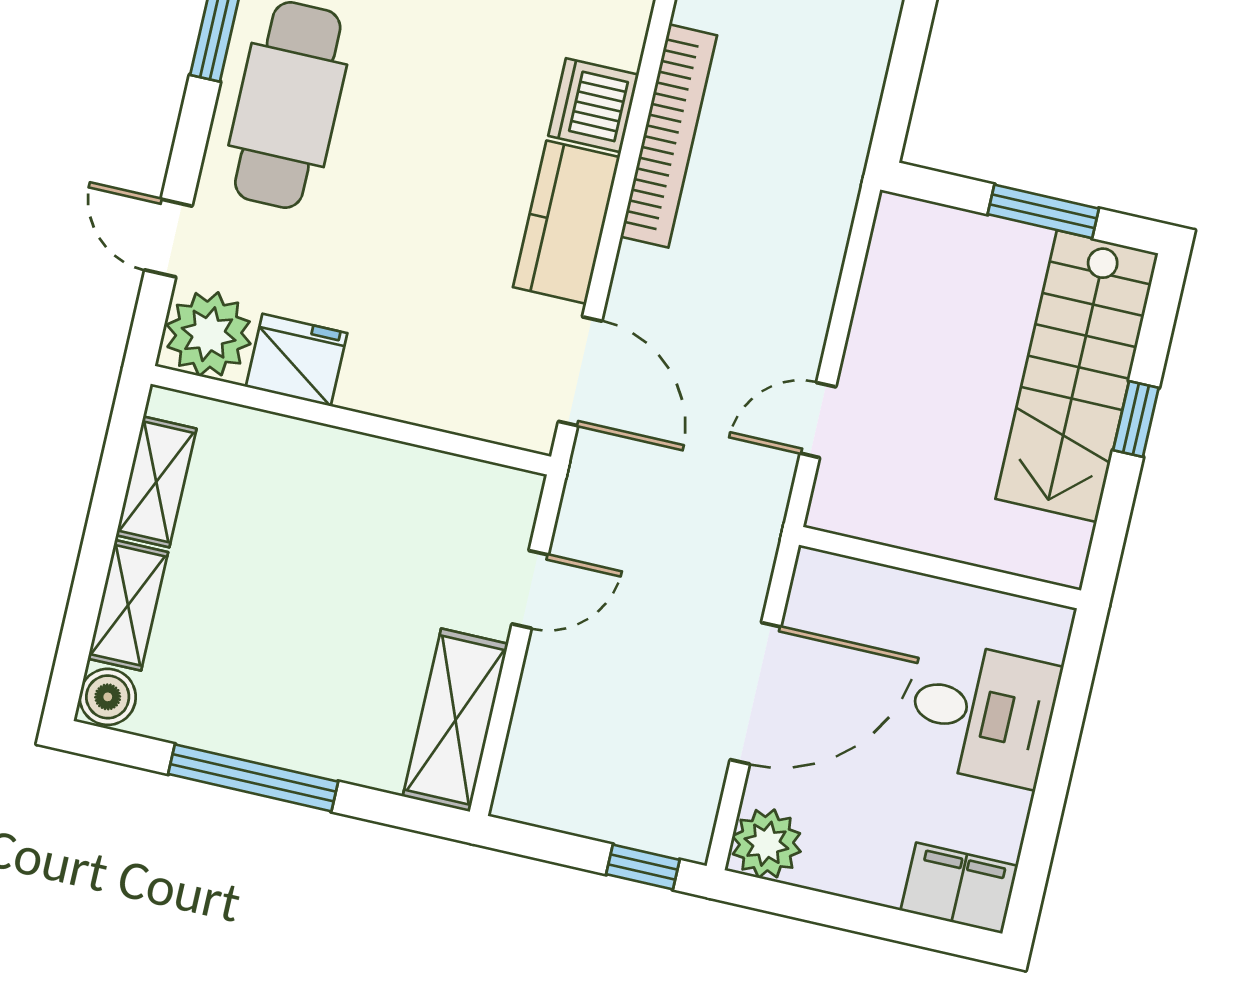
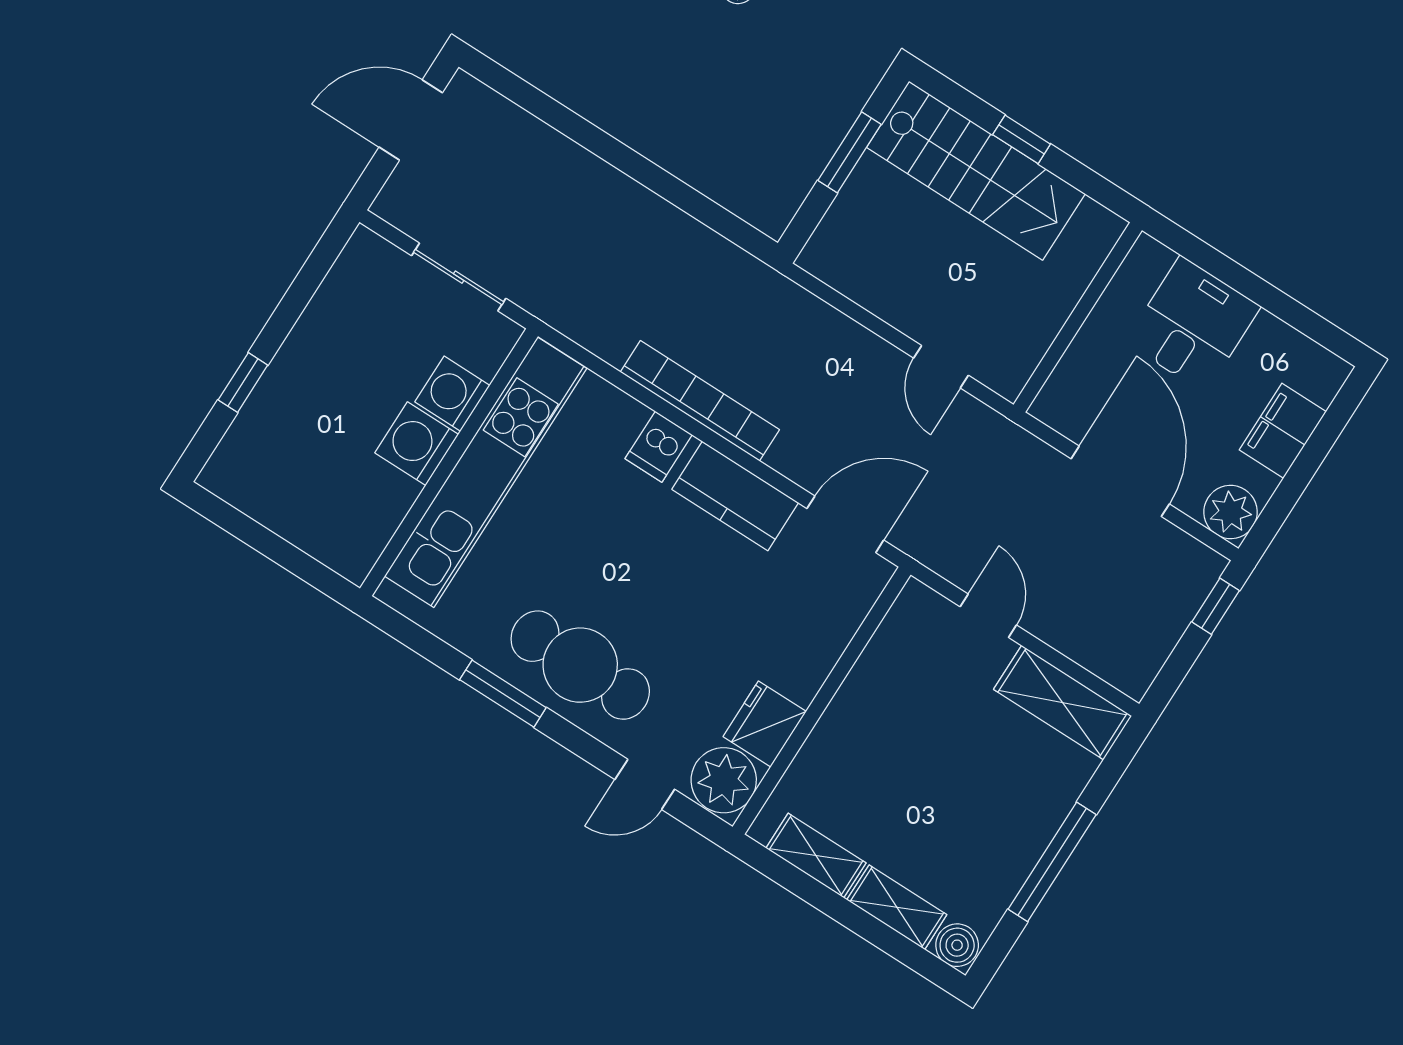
dishwasher: (593, 105) -> (659, 447), width x0.73
filing cabinet: (959, 888) -> (1283, 431), moved

